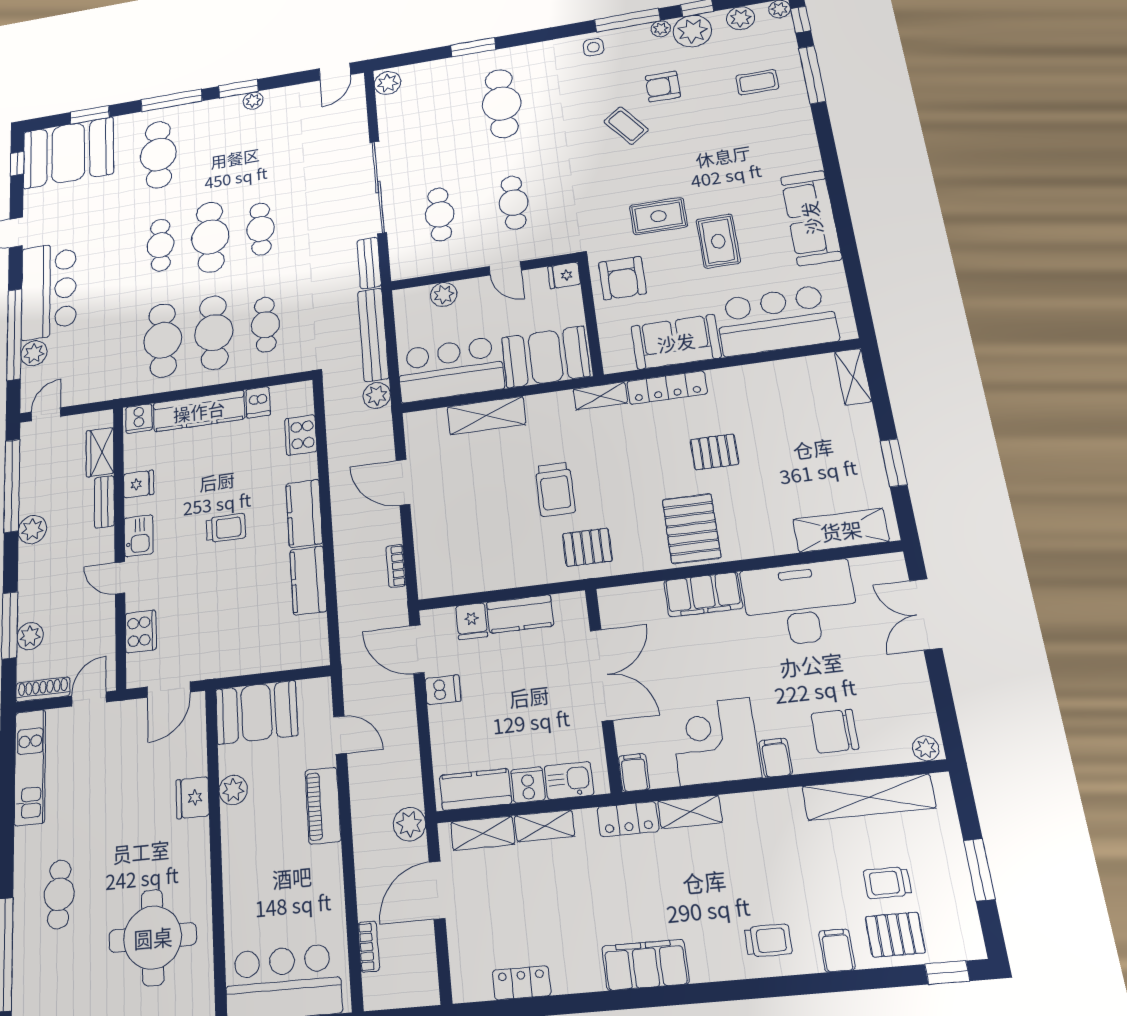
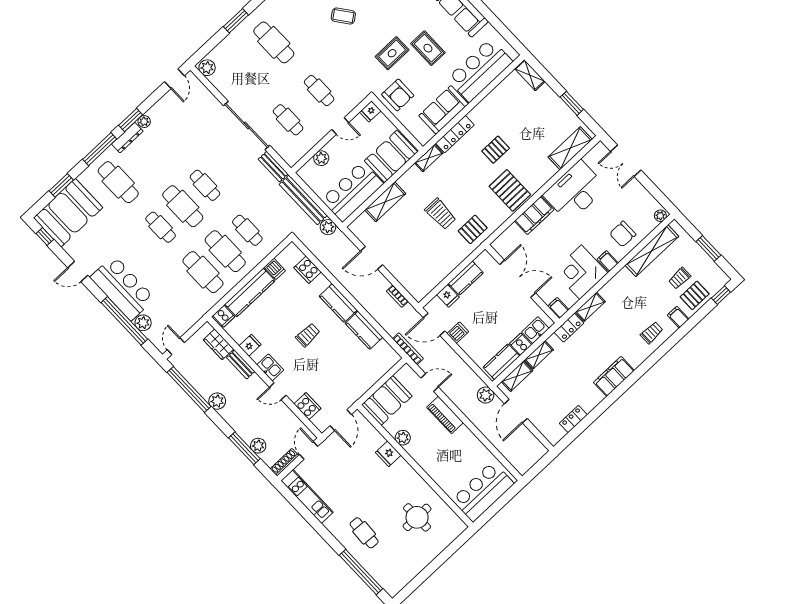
dresser: (216, 107) -> (127, 138), added
round table: (153, 937) -> (417, 517), width x0.73, depth x0.73
bookcase: (369, 947) -> (408, 349), moved, width x1.56

